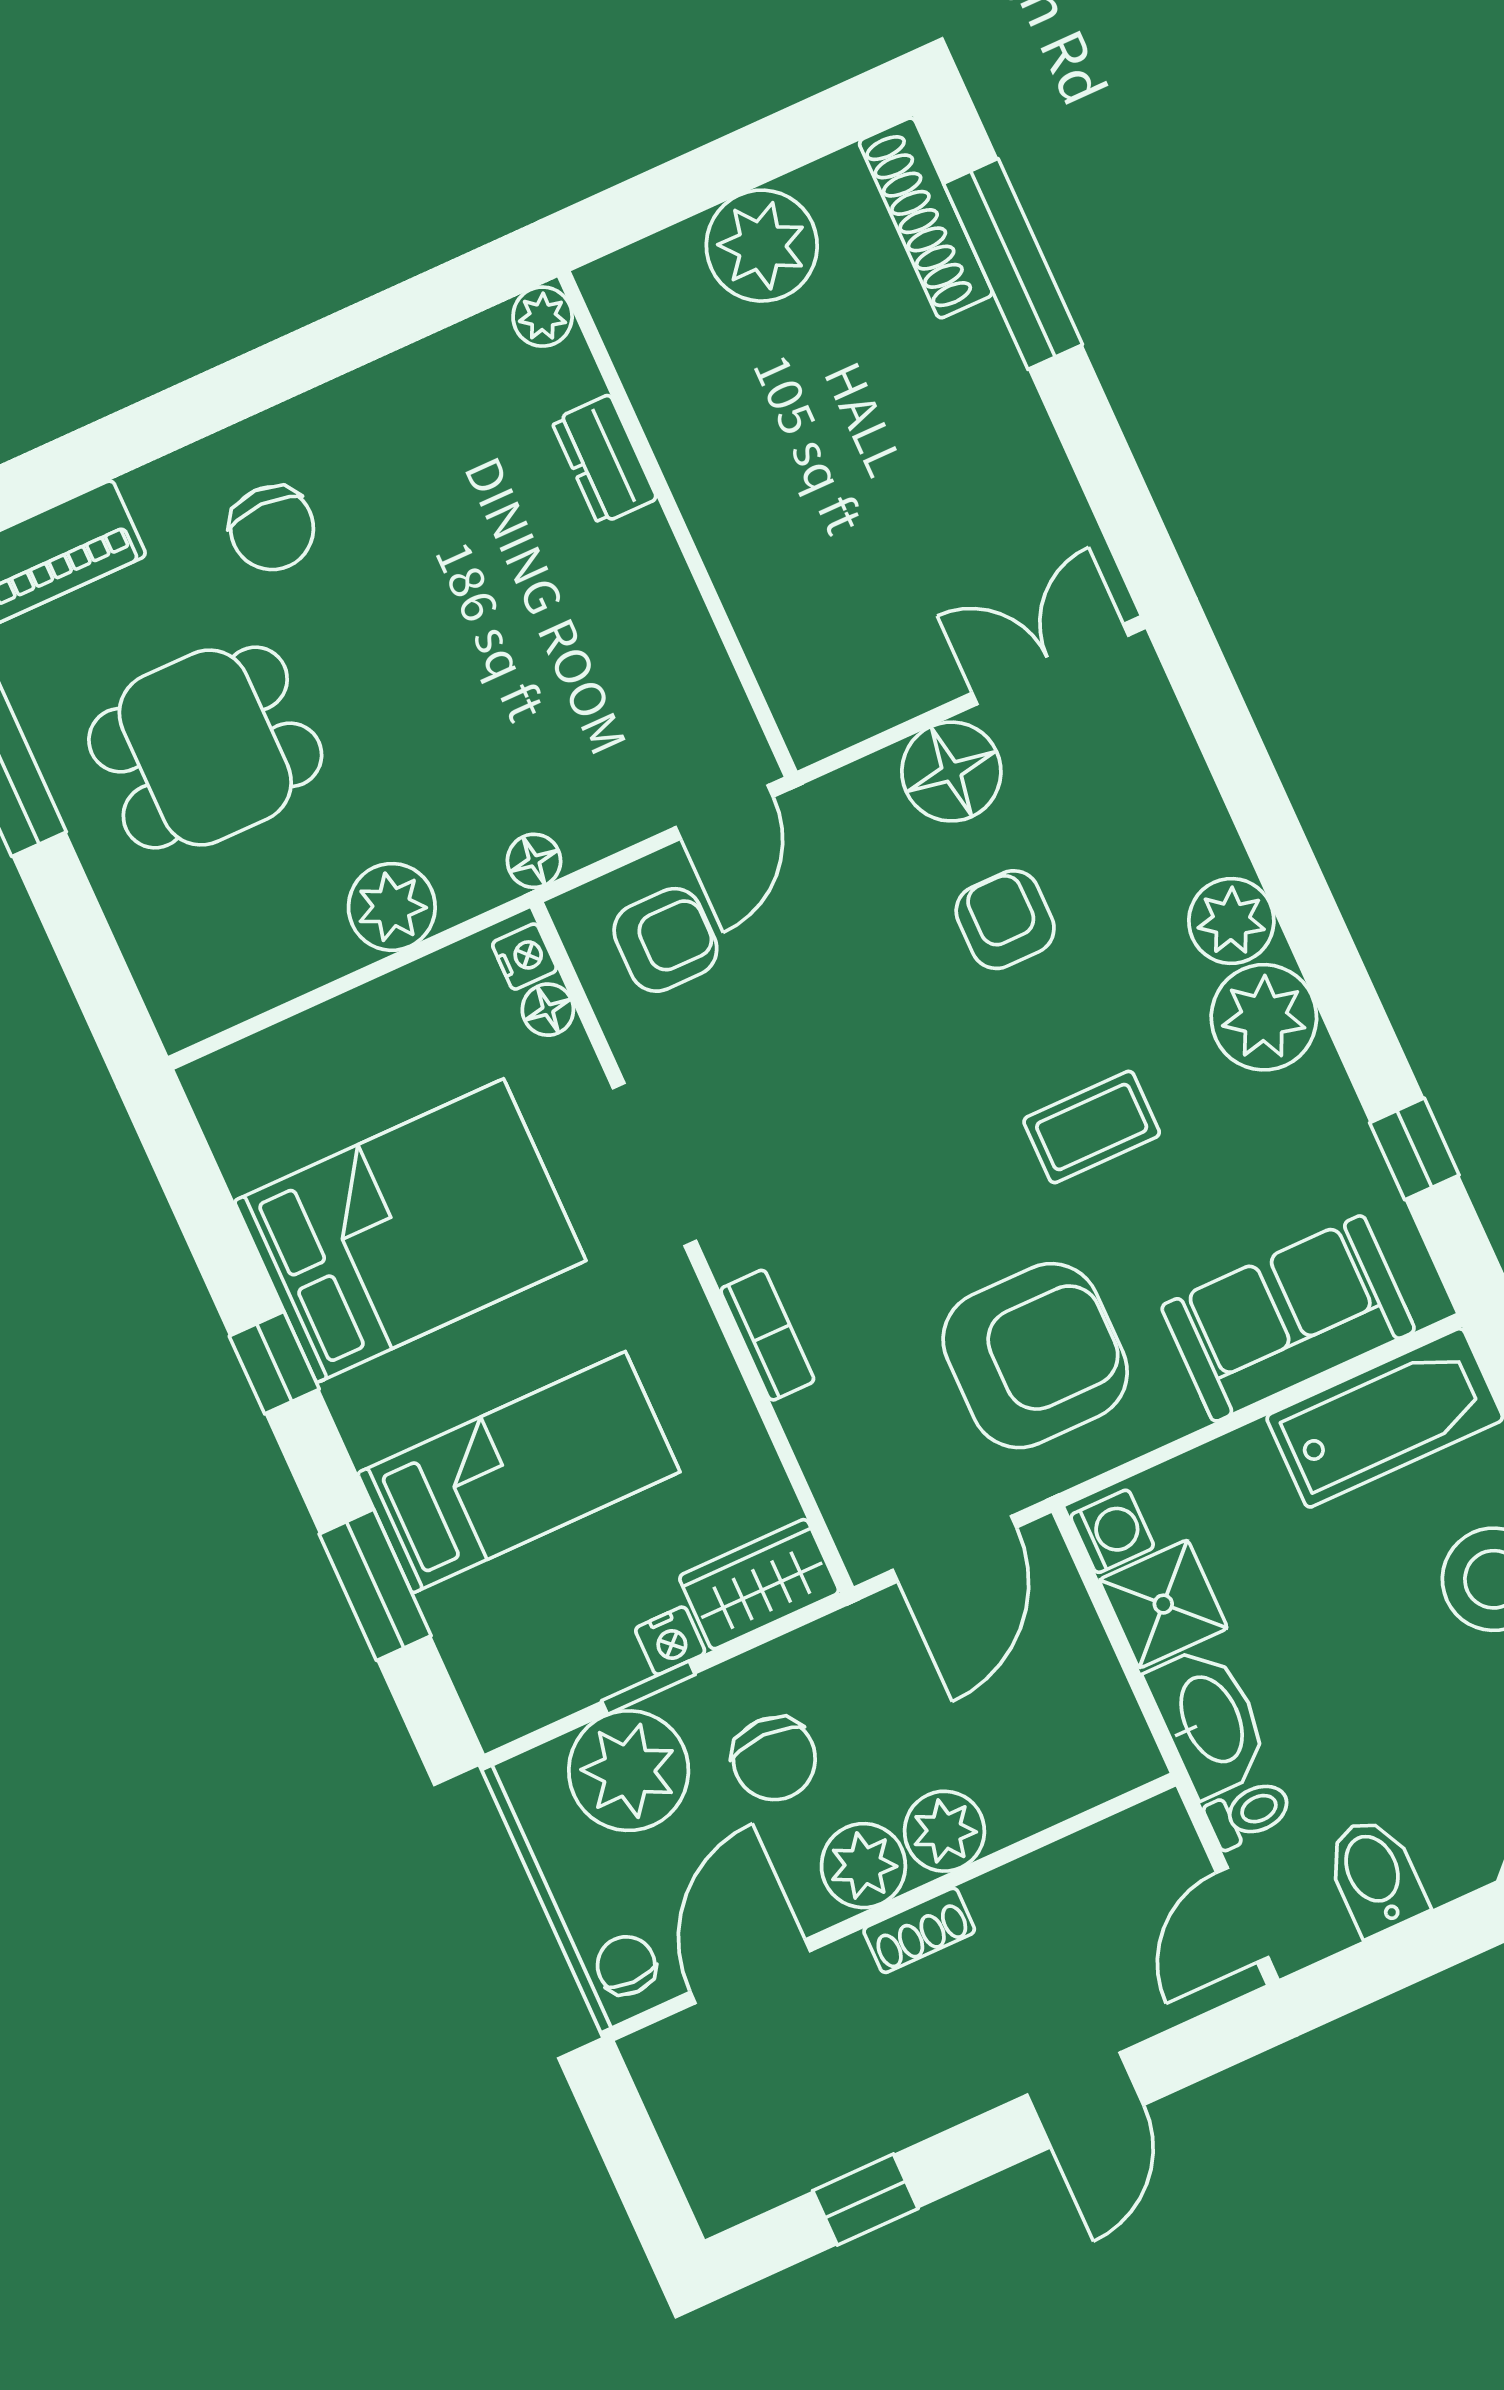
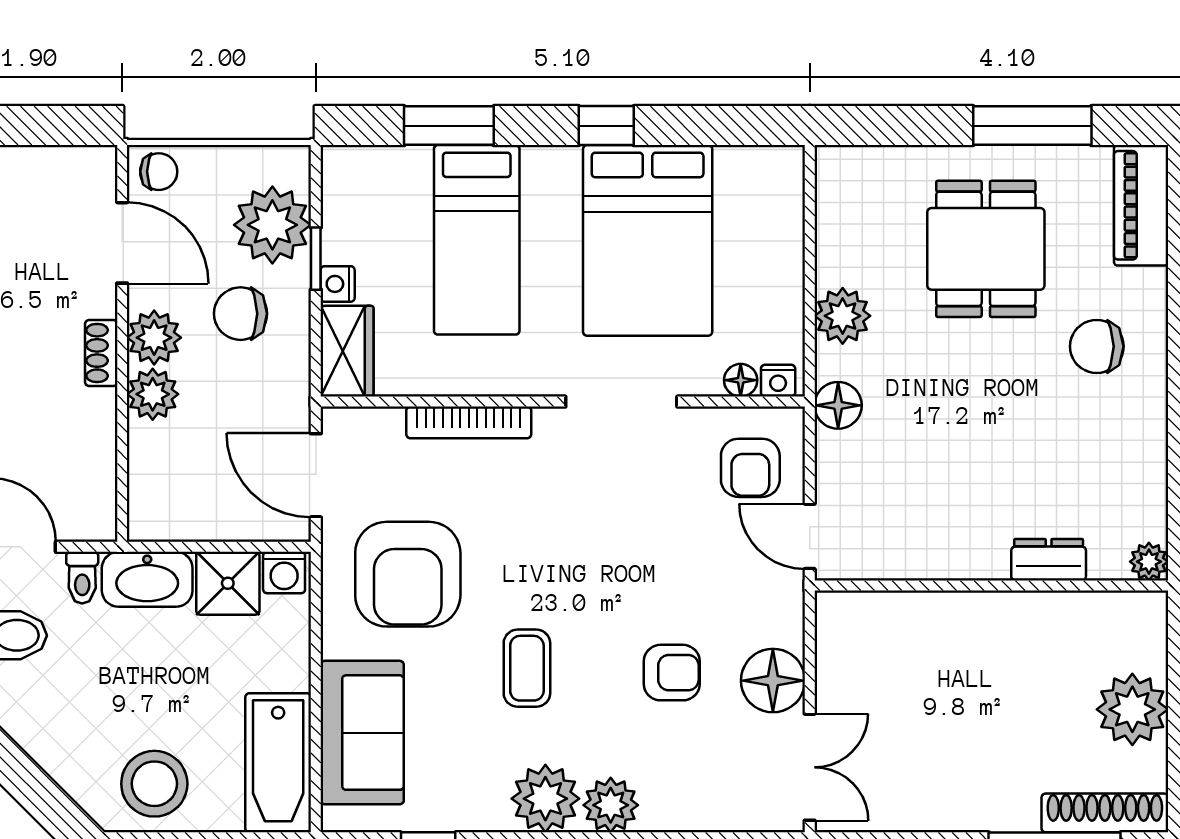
floor lamp: (534, 861) -> (838, 405), width x1.37, depth x1.37
bookcase: (767, 1335) -> (469, 422), width x1.56

